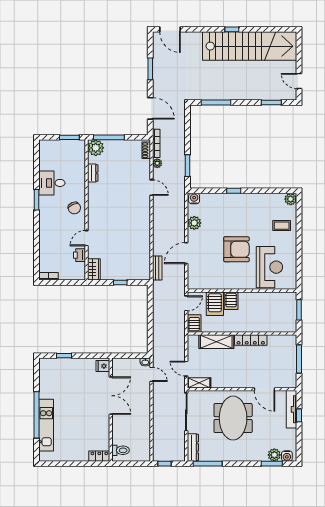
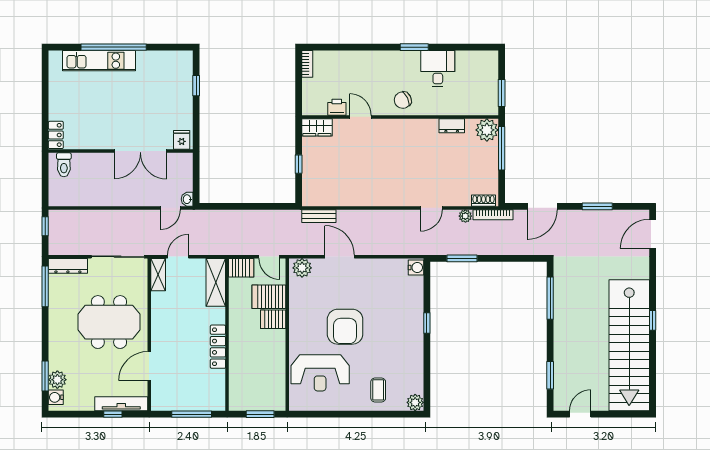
plant: (194, 223) -> (302, 268), moved
shelving: (216, 342) -> (216, 282), moved

